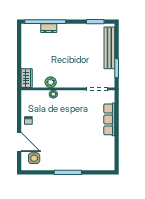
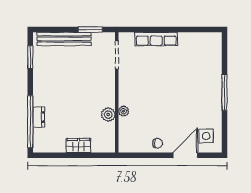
wardrobe: (27, 78) -> (78, 146), moved

